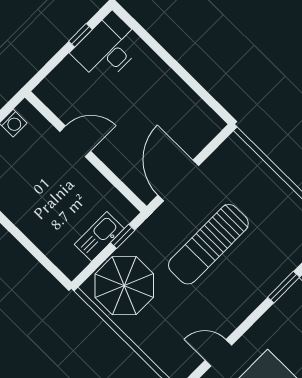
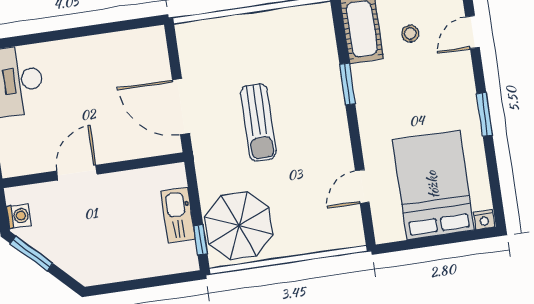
window: (123, 236) -> (200, 240), moved
sun lounger: (208, 244) -> (258, 123), width x0.73, depth x0.75

